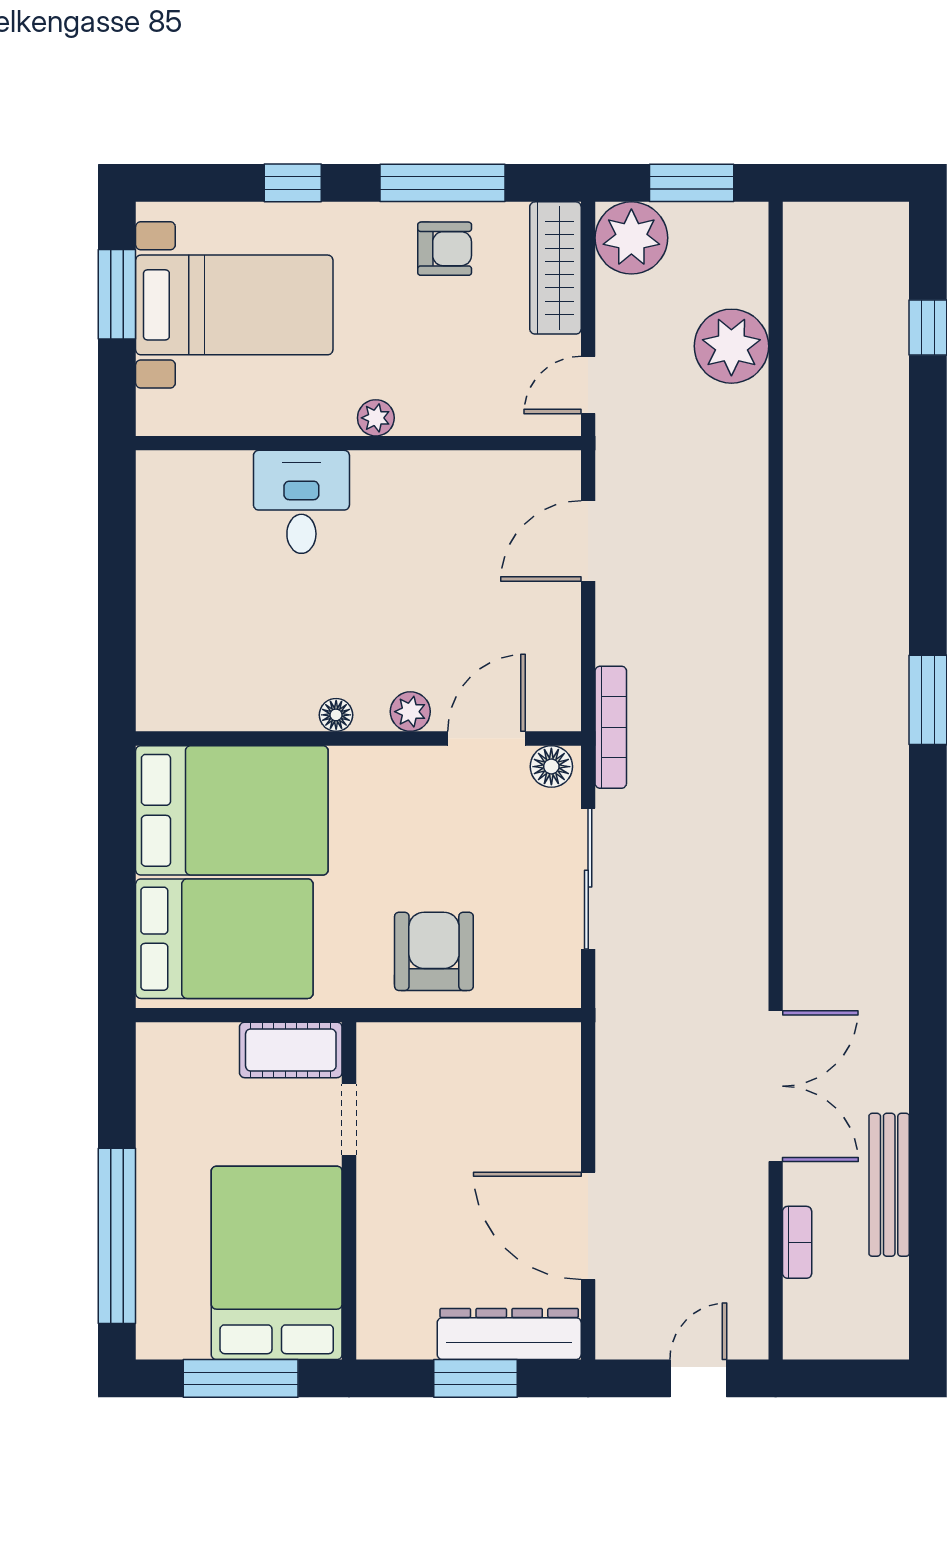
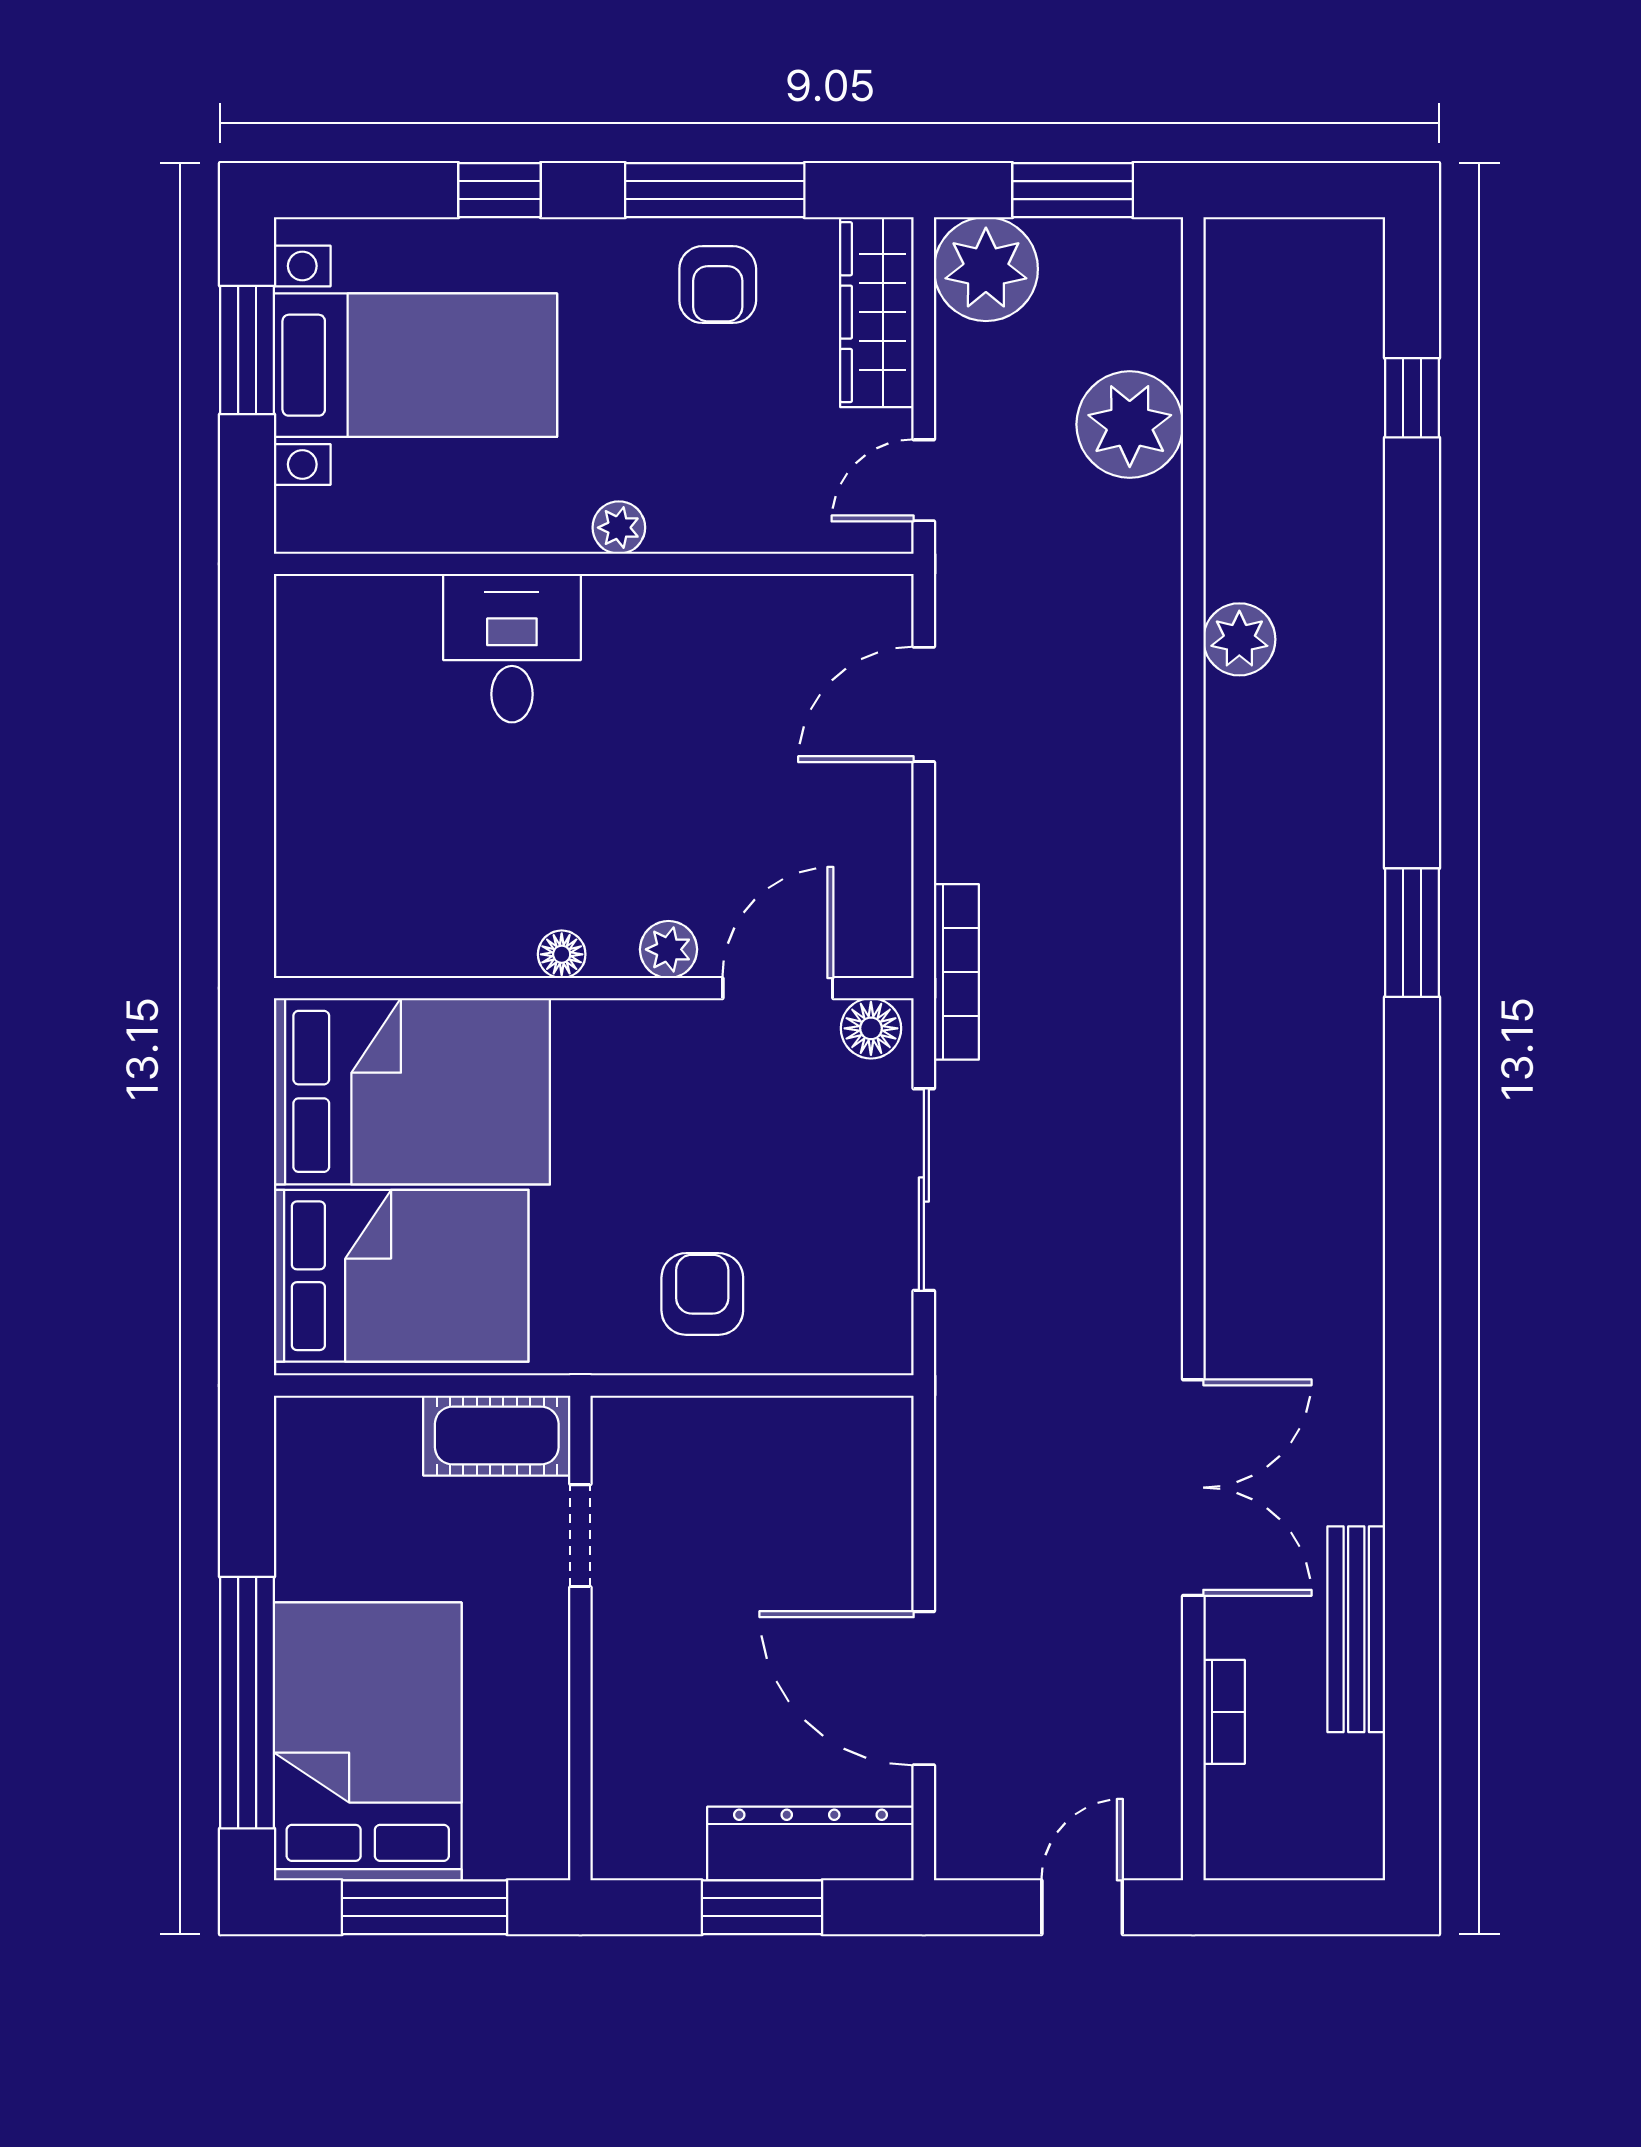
armchair: (445, 249) -> (718, 285), turned 90
plant: (808, 496) -> (1239, 639), added
armchair: (434, 951) -> (702, 1294), width x0.72, depth x0.72
bed: (277, 1263) -> (368, 1741), moved

